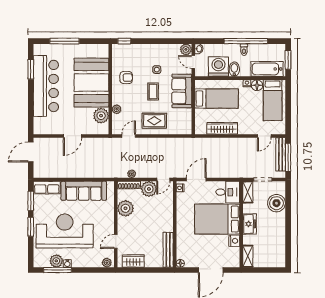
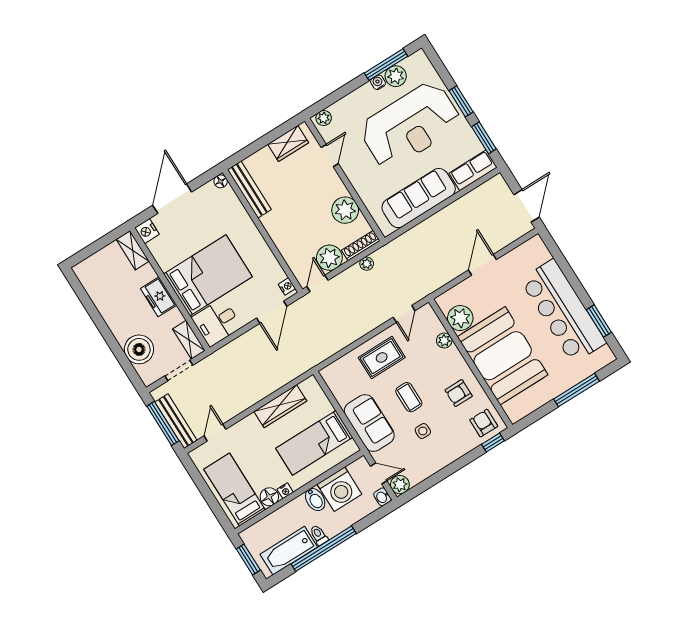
armchair: (123, 54) -> (484, 423), added
bathtub: (267, 69) -> (289, 551), moved, turned 180
nightstand: (234, 241) -> (147, 231), moved

